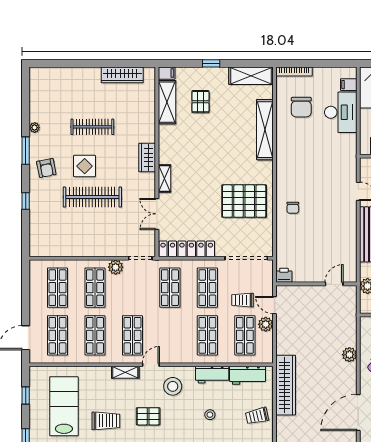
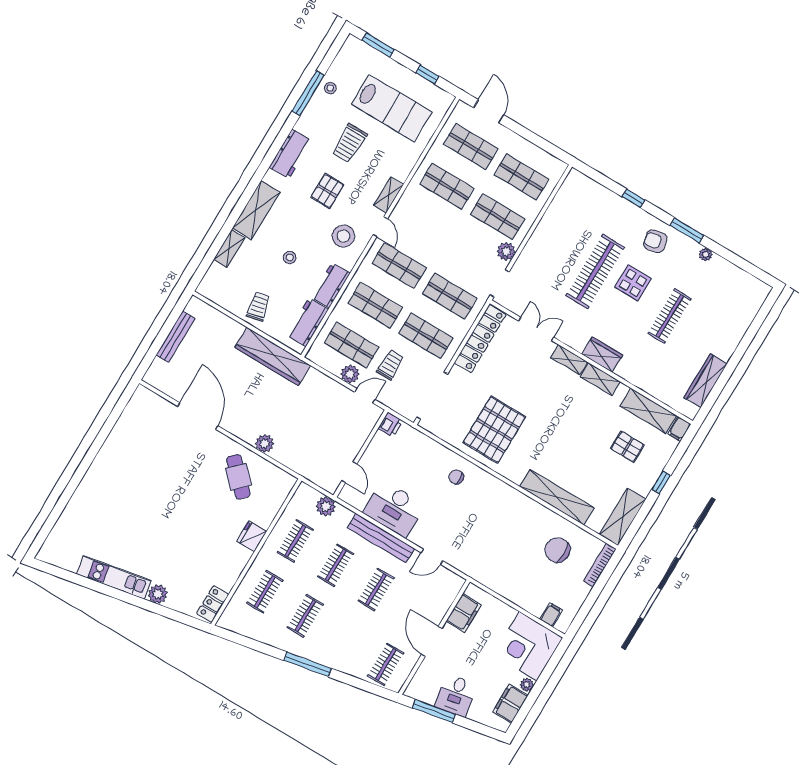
desk: (341, 112) -> (394, 509), moved
shelving: (165, 149) -> (600, 379), added
shop shelf: (132, 335) -> (399, 266), moved

